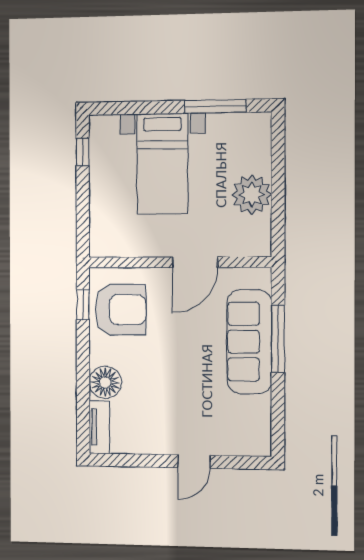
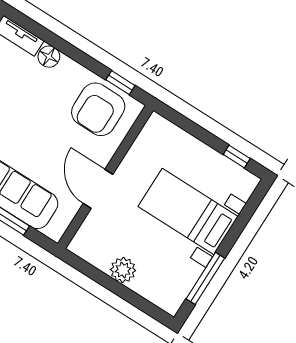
plant: (252, 195) -> (123, 270), width x0.73, depth x0.73
floor lamp: (105, 382) -> (49, 57), width x0.73, depth x0.73

